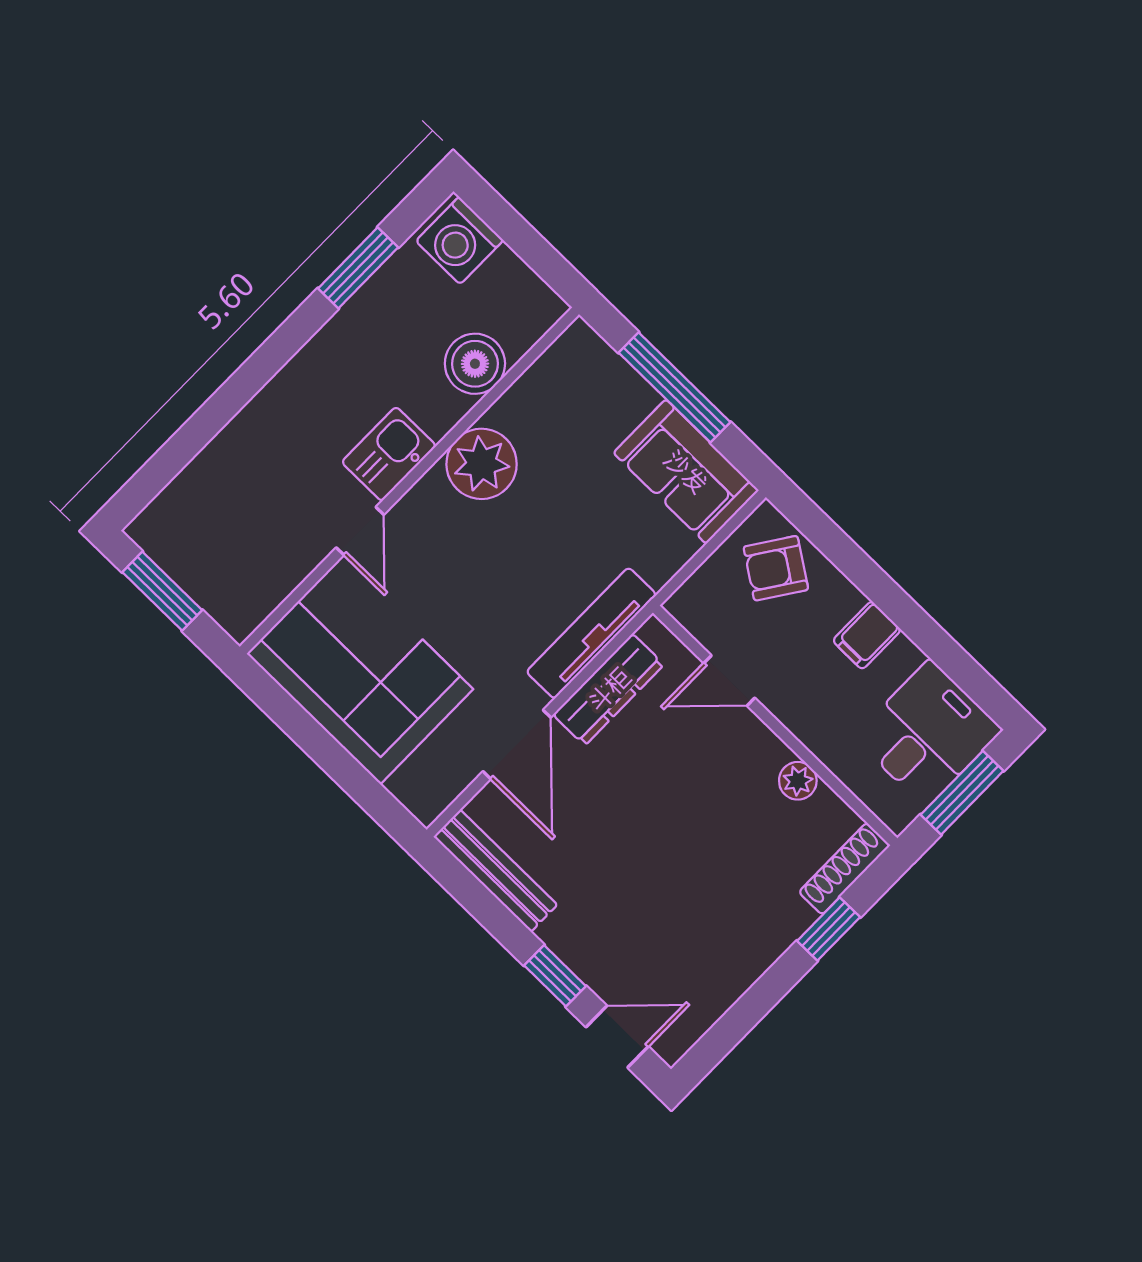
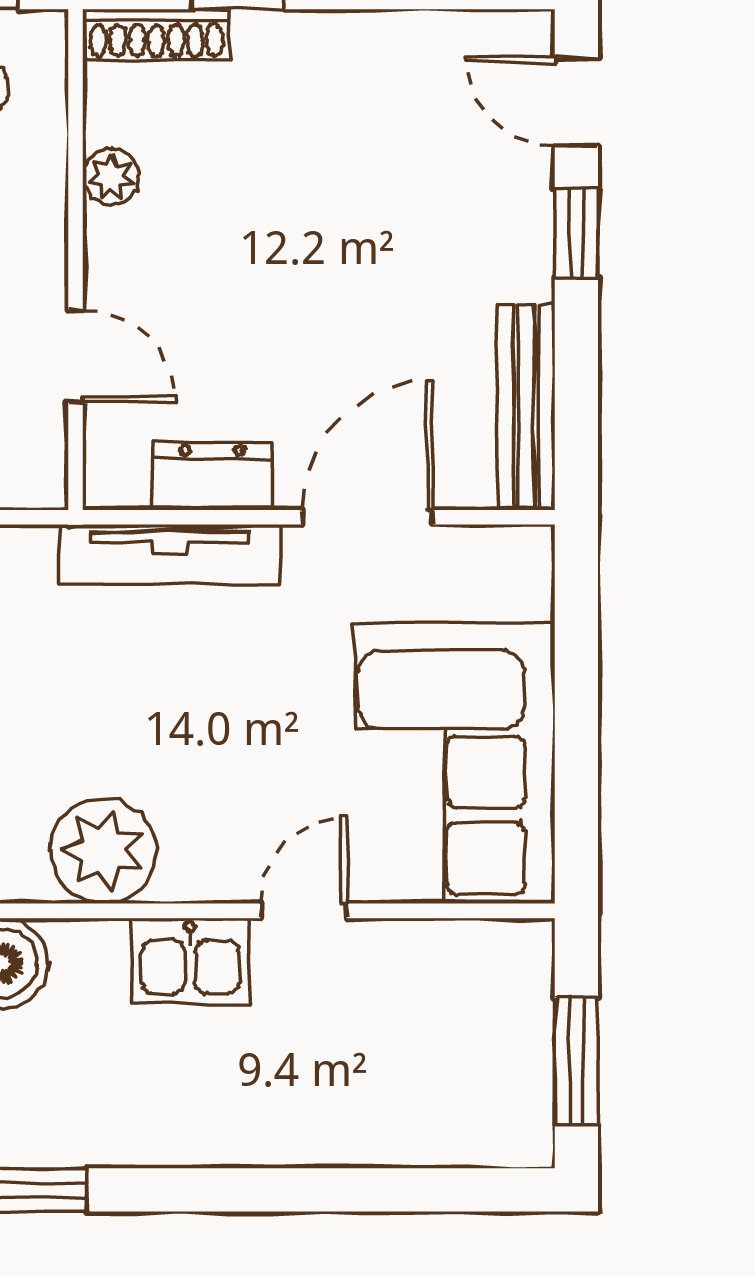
dresser: (609, 690) -> (212, 476), width x0.70

